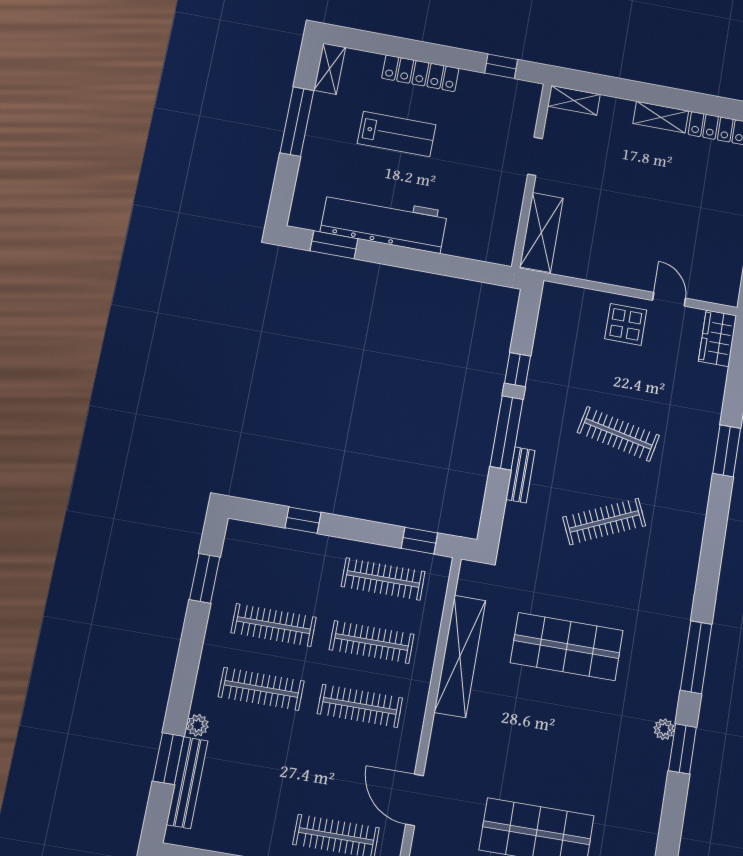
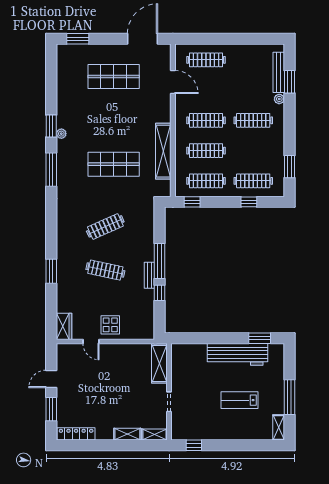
locker: (420, 73) -> (233, 434), removed
shelving: (661, 117) -> (127, 434), moved
bench: (520, 475) -> (149, 275), moved
clothes rail: (274, 625) -> (253, 181), moved

